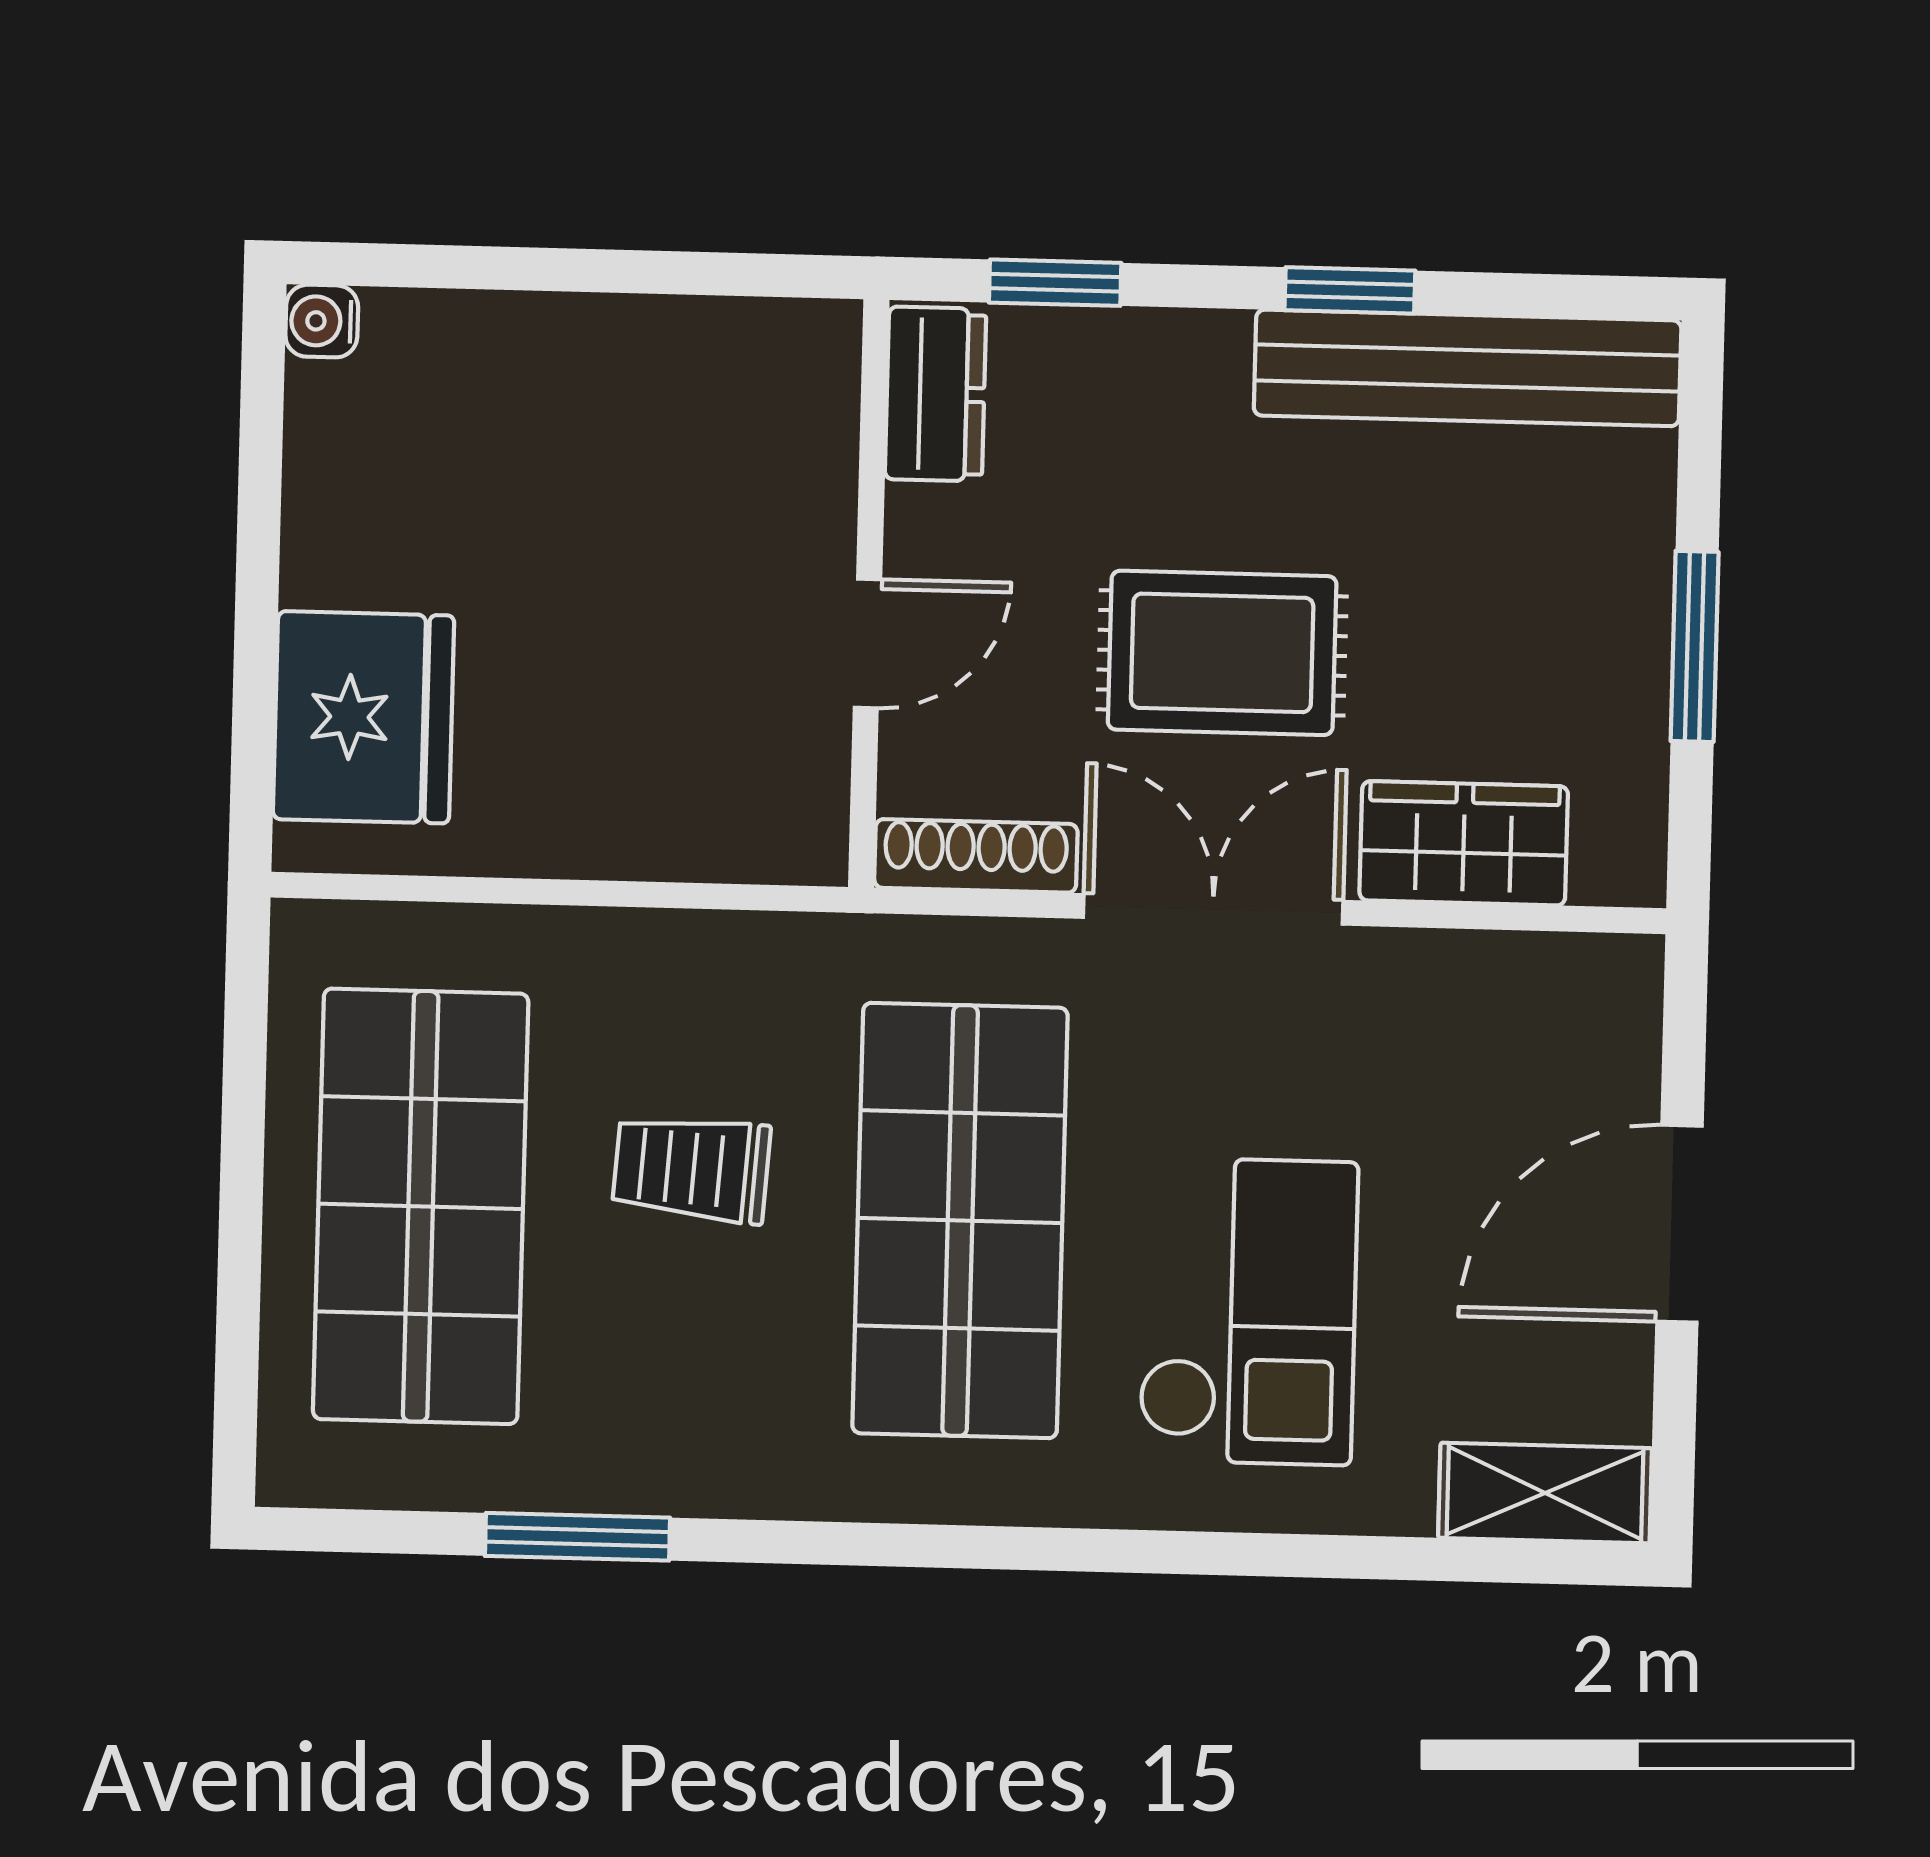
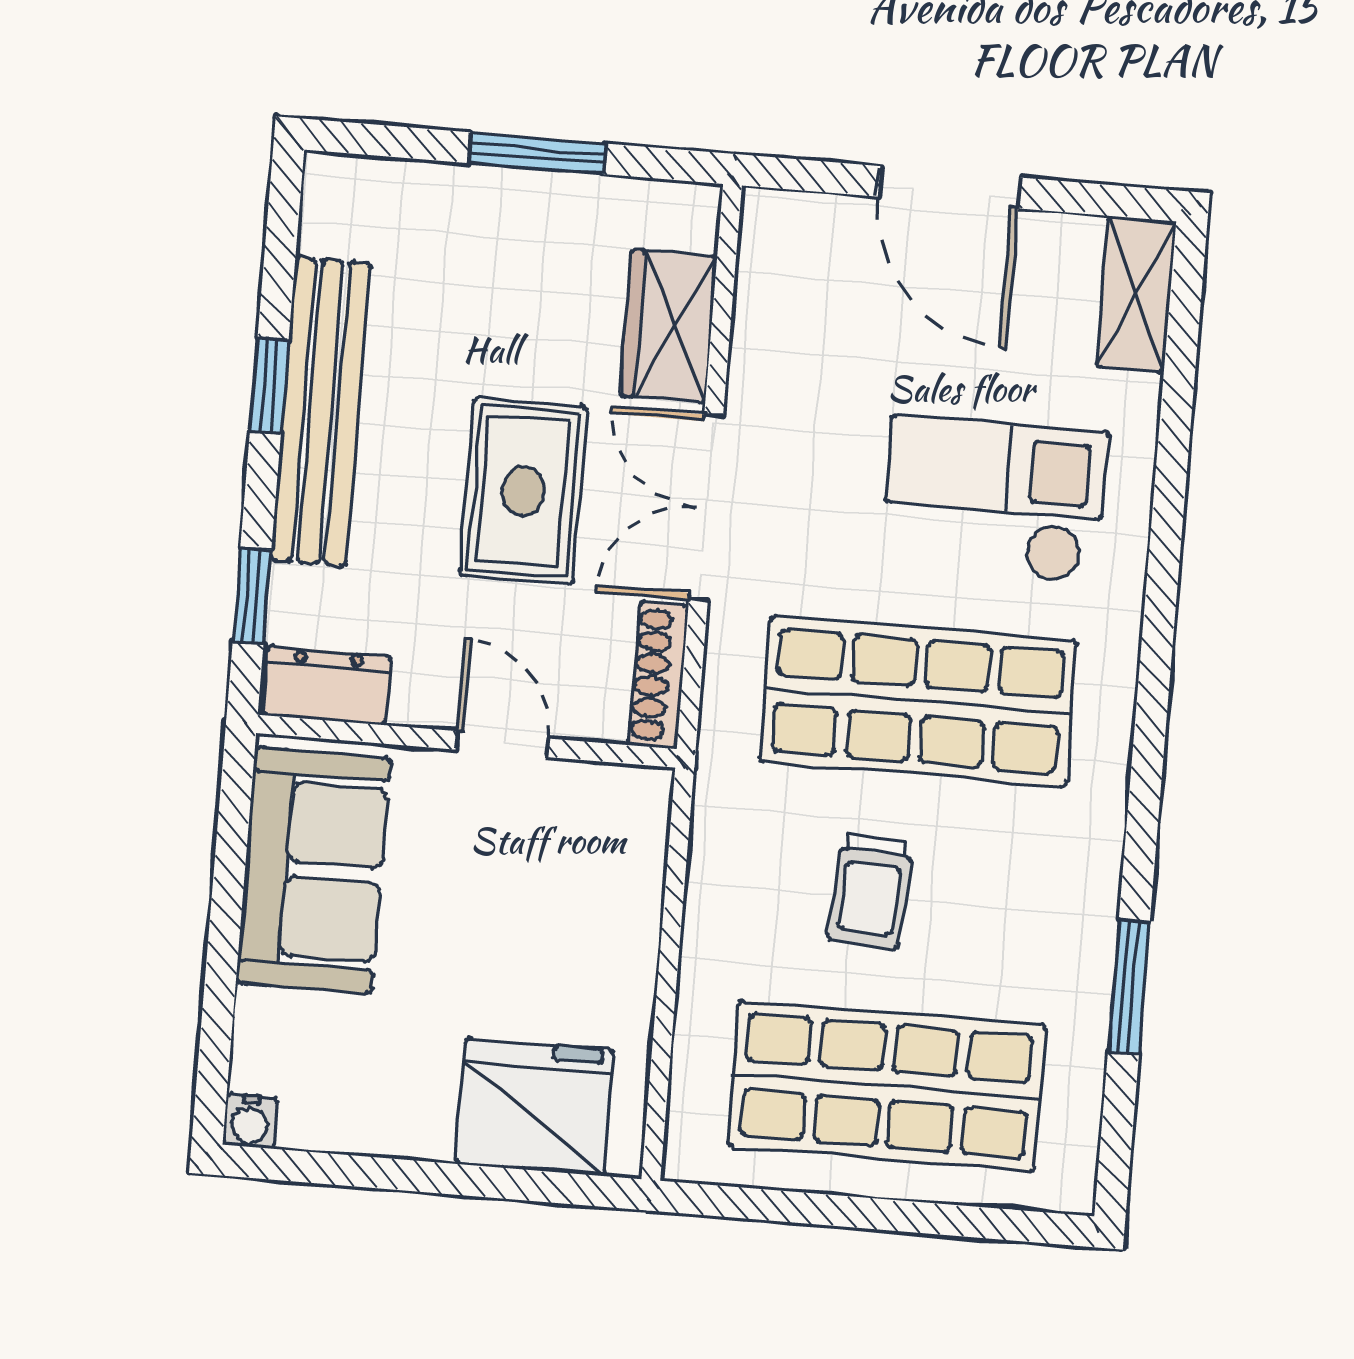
bench: (1468, 368) -> (321, 411), moved
sofa: (676, 390) -> (313, 870), added

